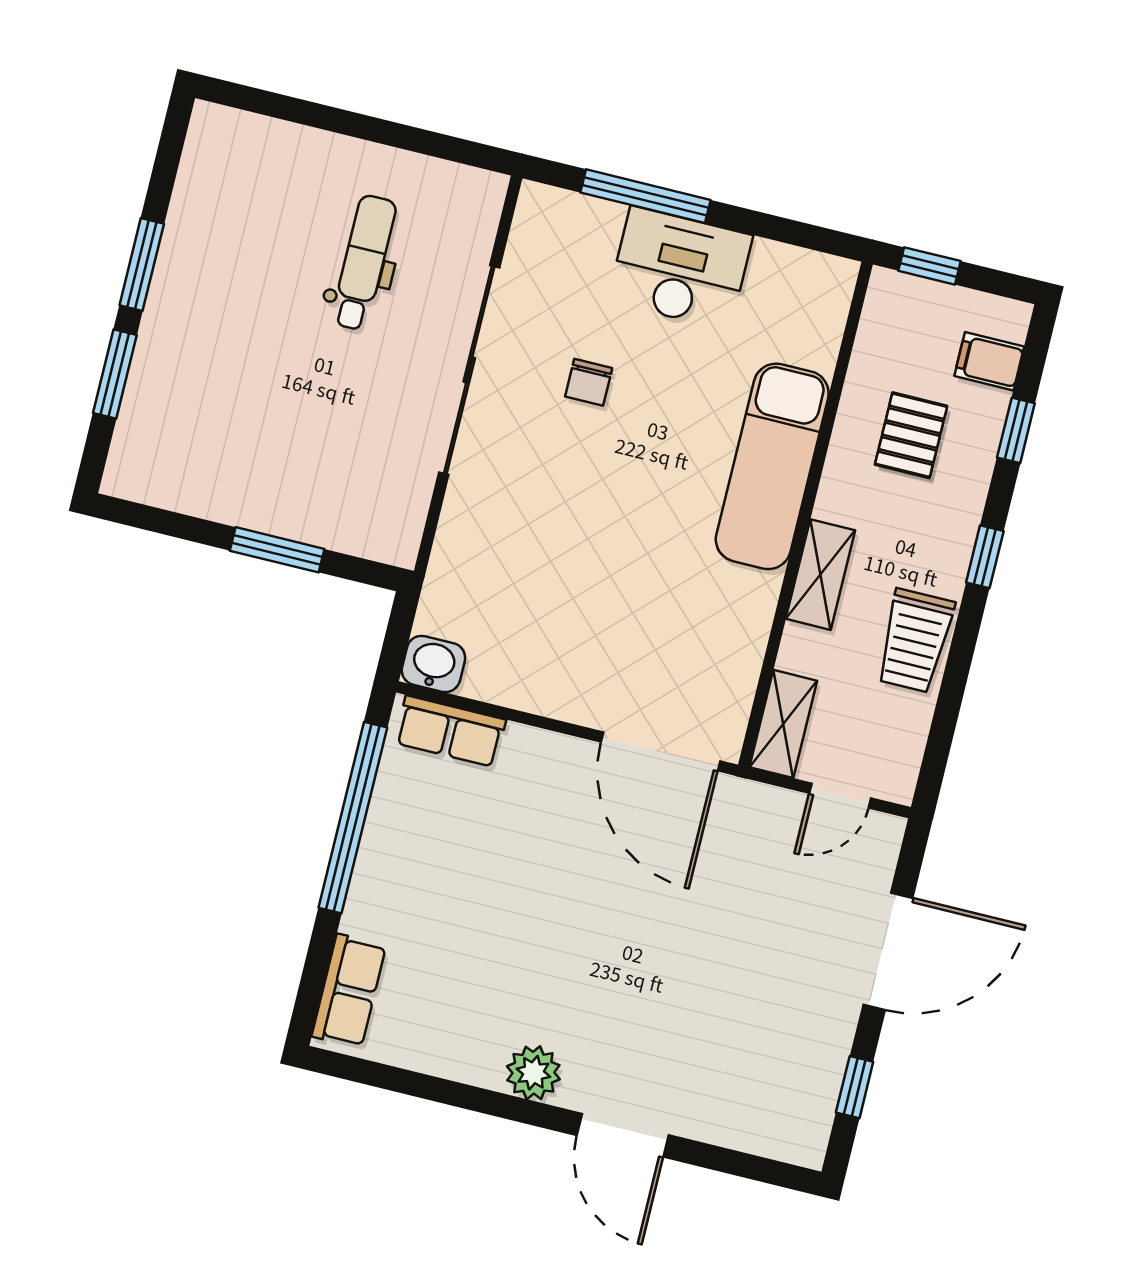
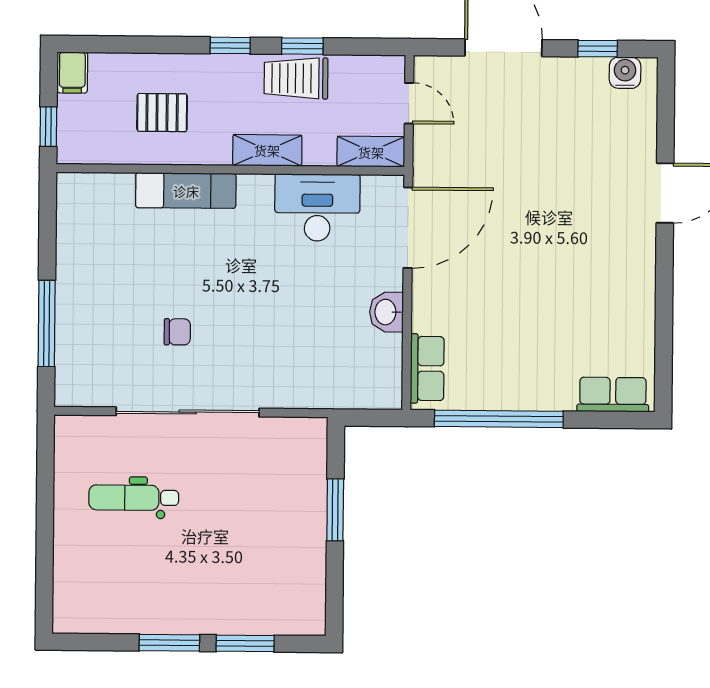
desk: (680, 268) -> (317, 208), moved, turned 90
filing cabinet: (989, 361) -> (72, 73), moved
window: (1016, 430) -> (302, 46), moved
exam couch: (772, 466) -> (186, 191), width x0.73, depth x0.69
trolley: (915, 641) -> (296, 78), turned 180
washbasin: (433, 664) -> (386, 312), moved
plant: (533, 1073) -> (638, 261), removed
water cooler: (810, 1119) -> (625, 73), added

